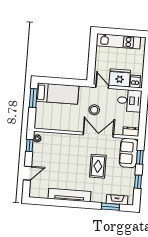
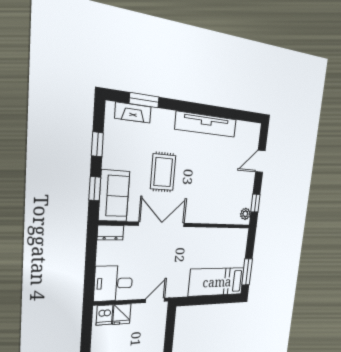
fridge: (120, 78) -> (122, 314), width x0.53, depth x0.75
door: (102, 86) -> (155, 300), swing flipped
stool: (94, 110) -> (167, 263), removed
double door: (98, 135) -> (162, 224), swing flipped

